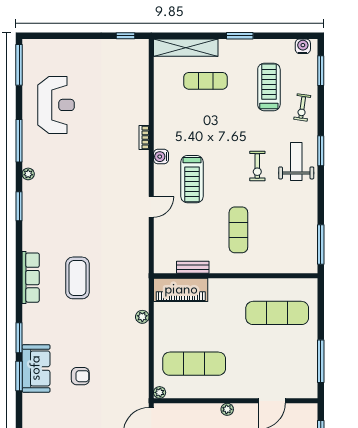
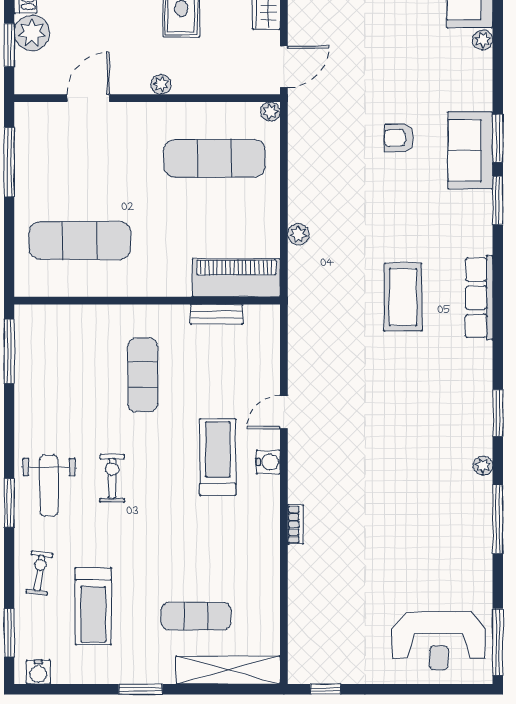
reception desk: (56, 105) -> (439, 641), moved, turned -90
water cooler: (161, 157) -> (268, 462), moved

